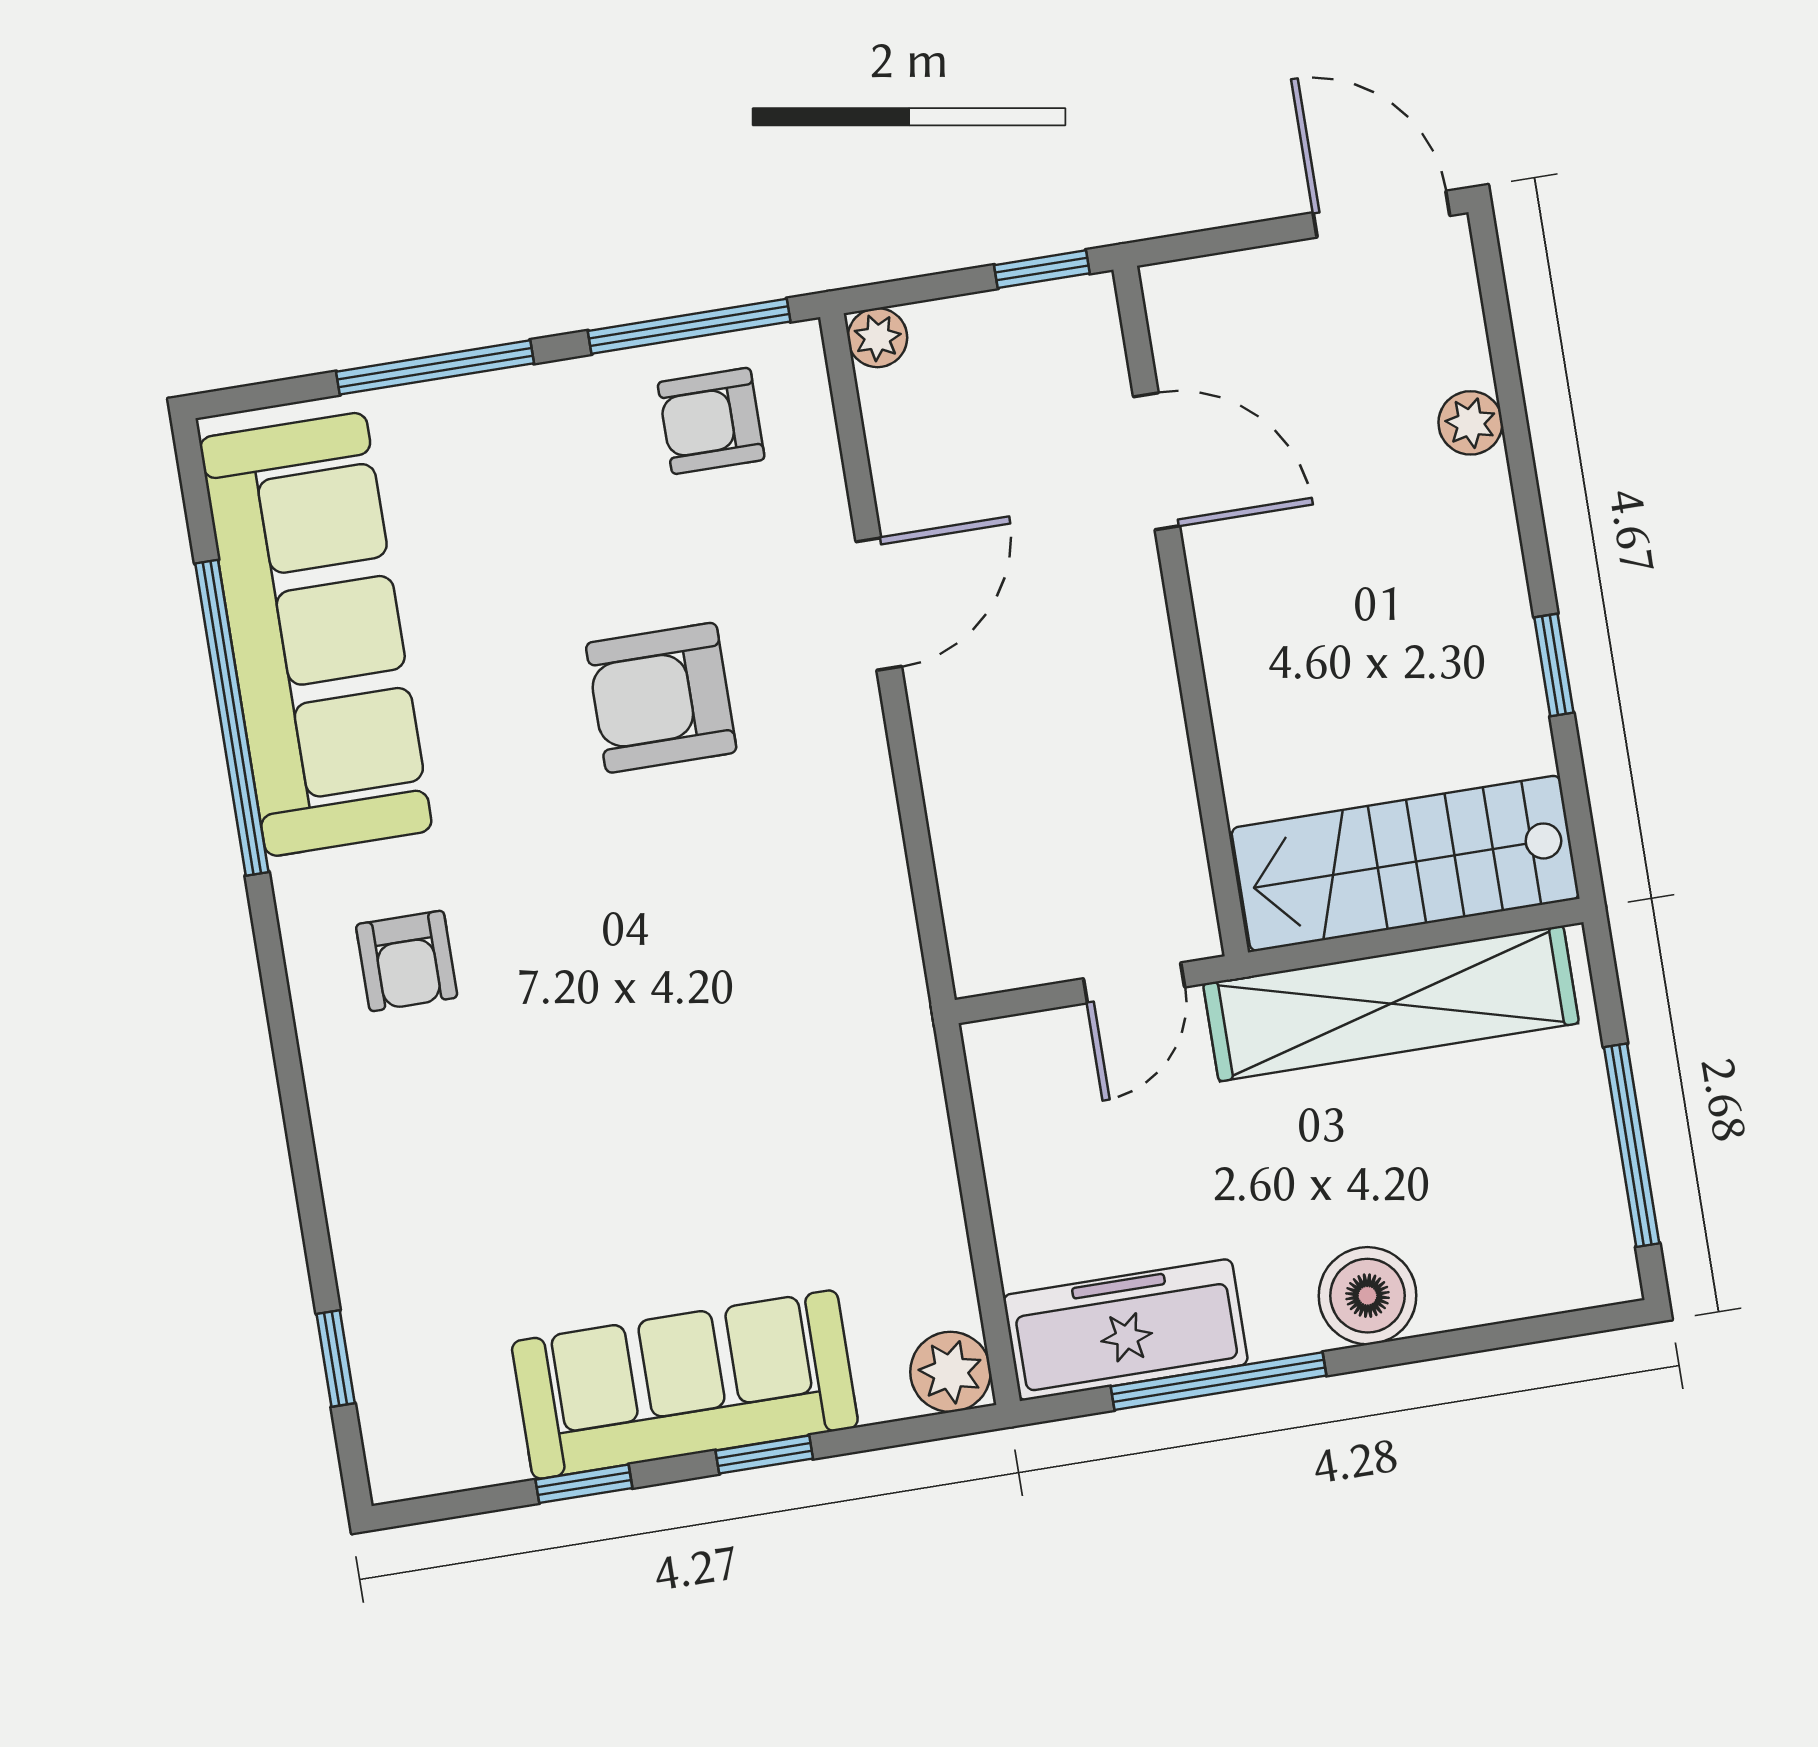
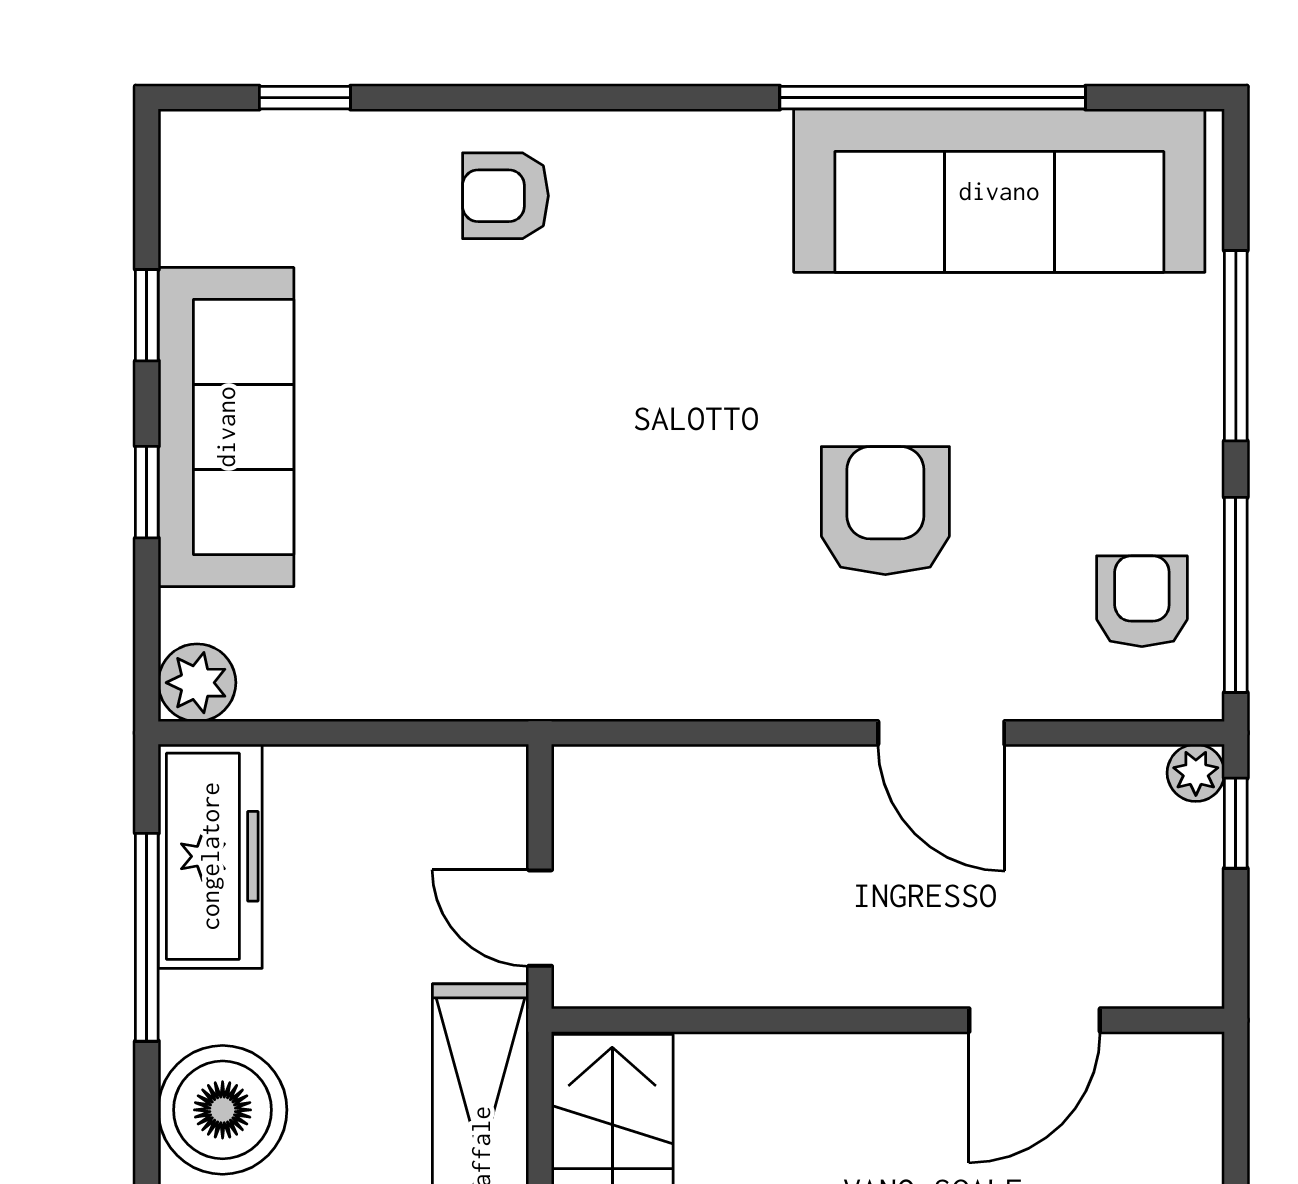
window: (1042, 269) -> (1236, 823), moved
armchair: (407, 961) -> (506, 196), moved
boiler: (1367, 1296) -> (223, 1110), width x1.37, depth x1.37

